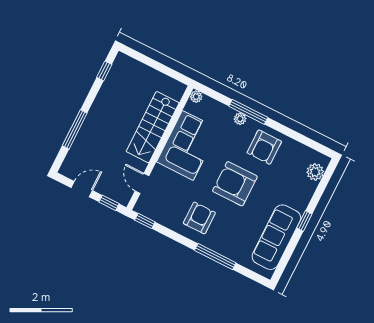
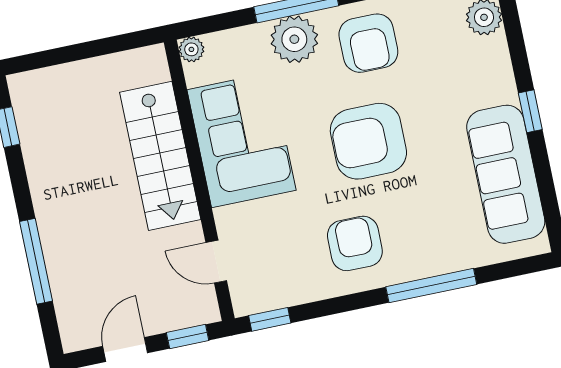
plant: (240, 119) -> (294, 39), width x1.87, depth x1.87

